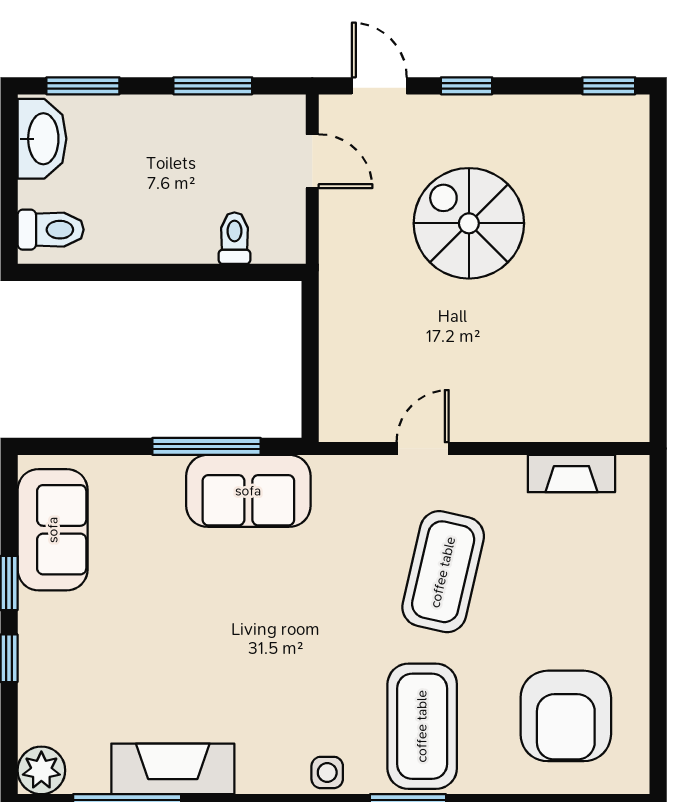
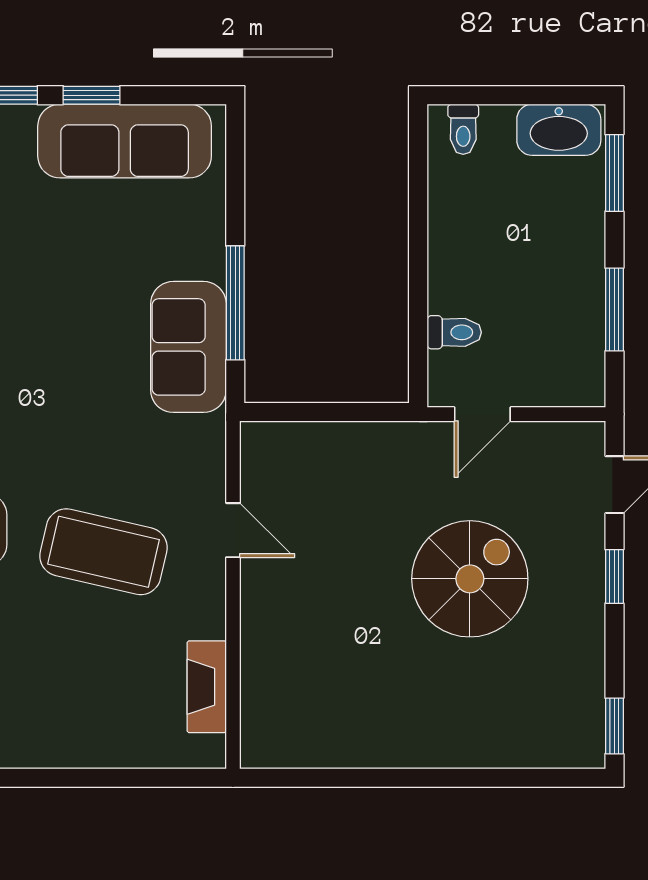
door: (312, 161) -> (482, 414), moved
toilet: (51, 230) -> (463, 129), width x0.73, depth x0.72
sofa: (53, 530) -> (125, 141), width x1.36

